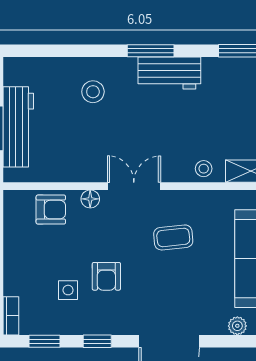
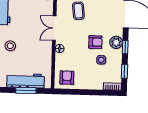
armchair: (51, 210) -> (67, 78), moved
plant: (107, 321) -> (116, 42), added

